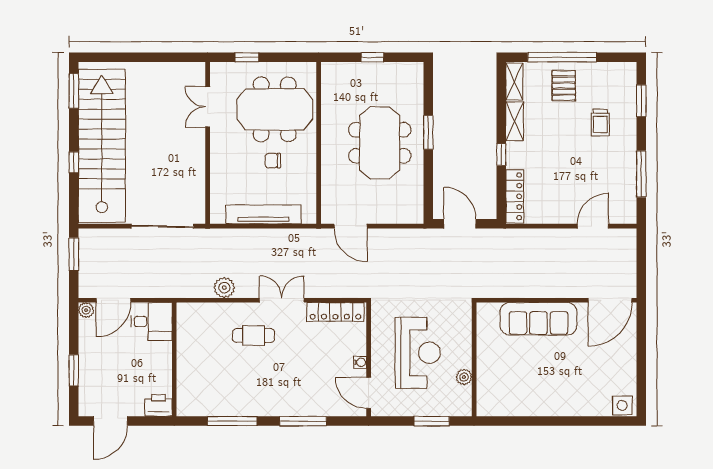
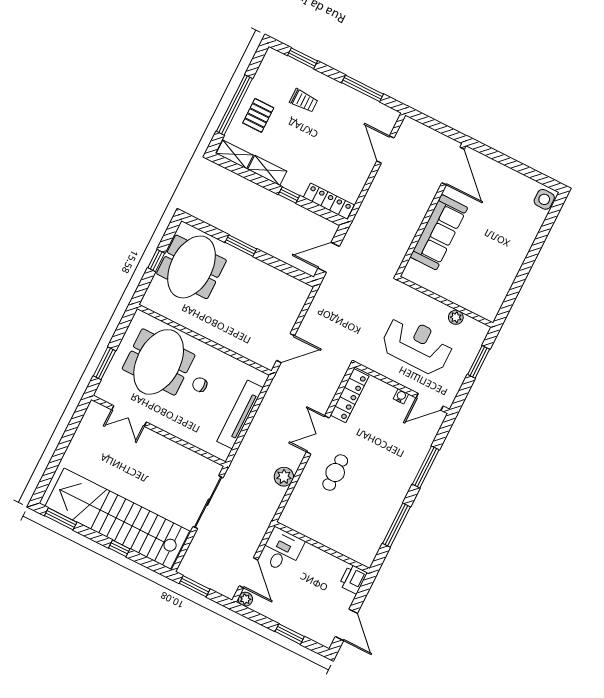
window: (247, 57) -> (104, 363), width x1.50
pallet: (564, 86) -> (258, 115), turned 90
meeting table: (380, 143) -> (191, 267), moved, turned 90
chair: (273, 161) -> (200, 385), turned 90

